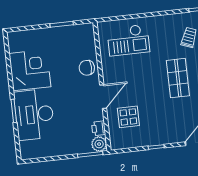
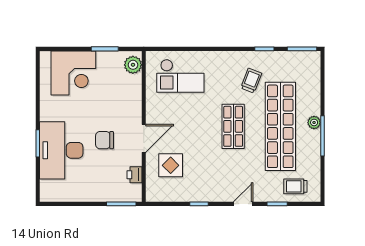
chair: (87, 68) -> (105, 140), moved
corner desk: (30, 70) -> (73, 73), moved, turned 90
plant: (99, 144) -> (133, 65), moved

